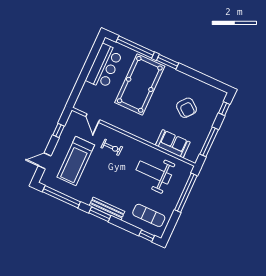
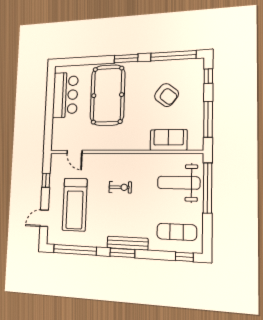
window: (135, 47) -> (173, 56), moved
exercise bike: (112, 147) -> (120, 187), moved
weight bench: (154, 172) -> (179, 183), moved

